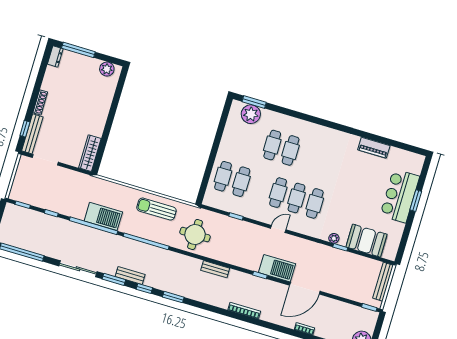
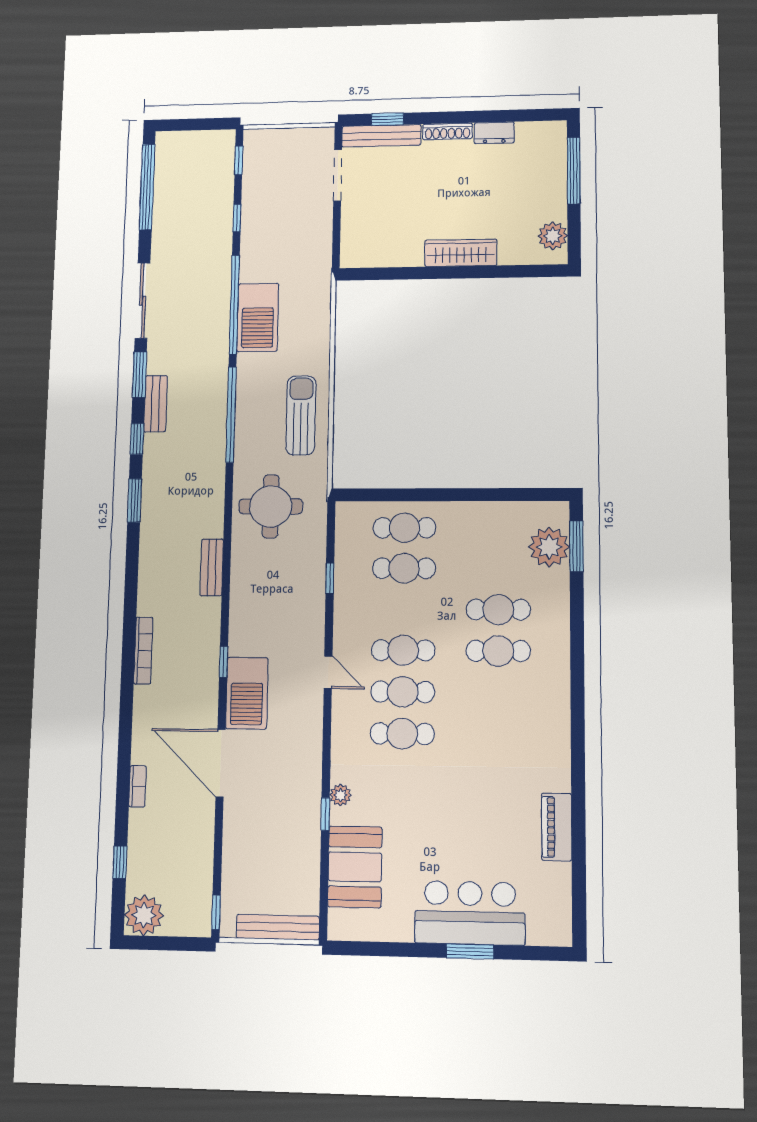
dresser: (55, 56) -> (494, 133), moved
wardrobe: (90, 153) -> (461, 253), moved

